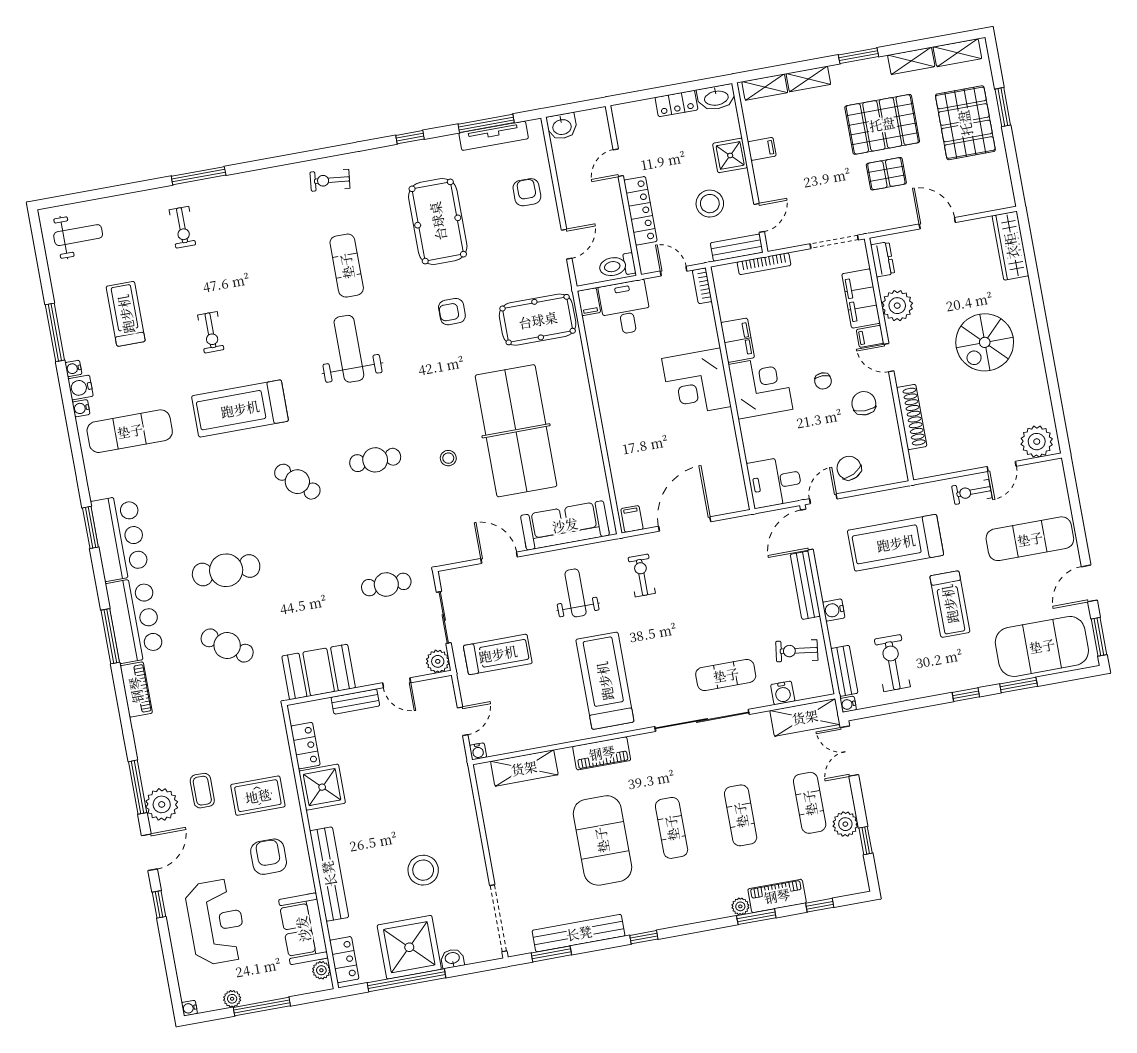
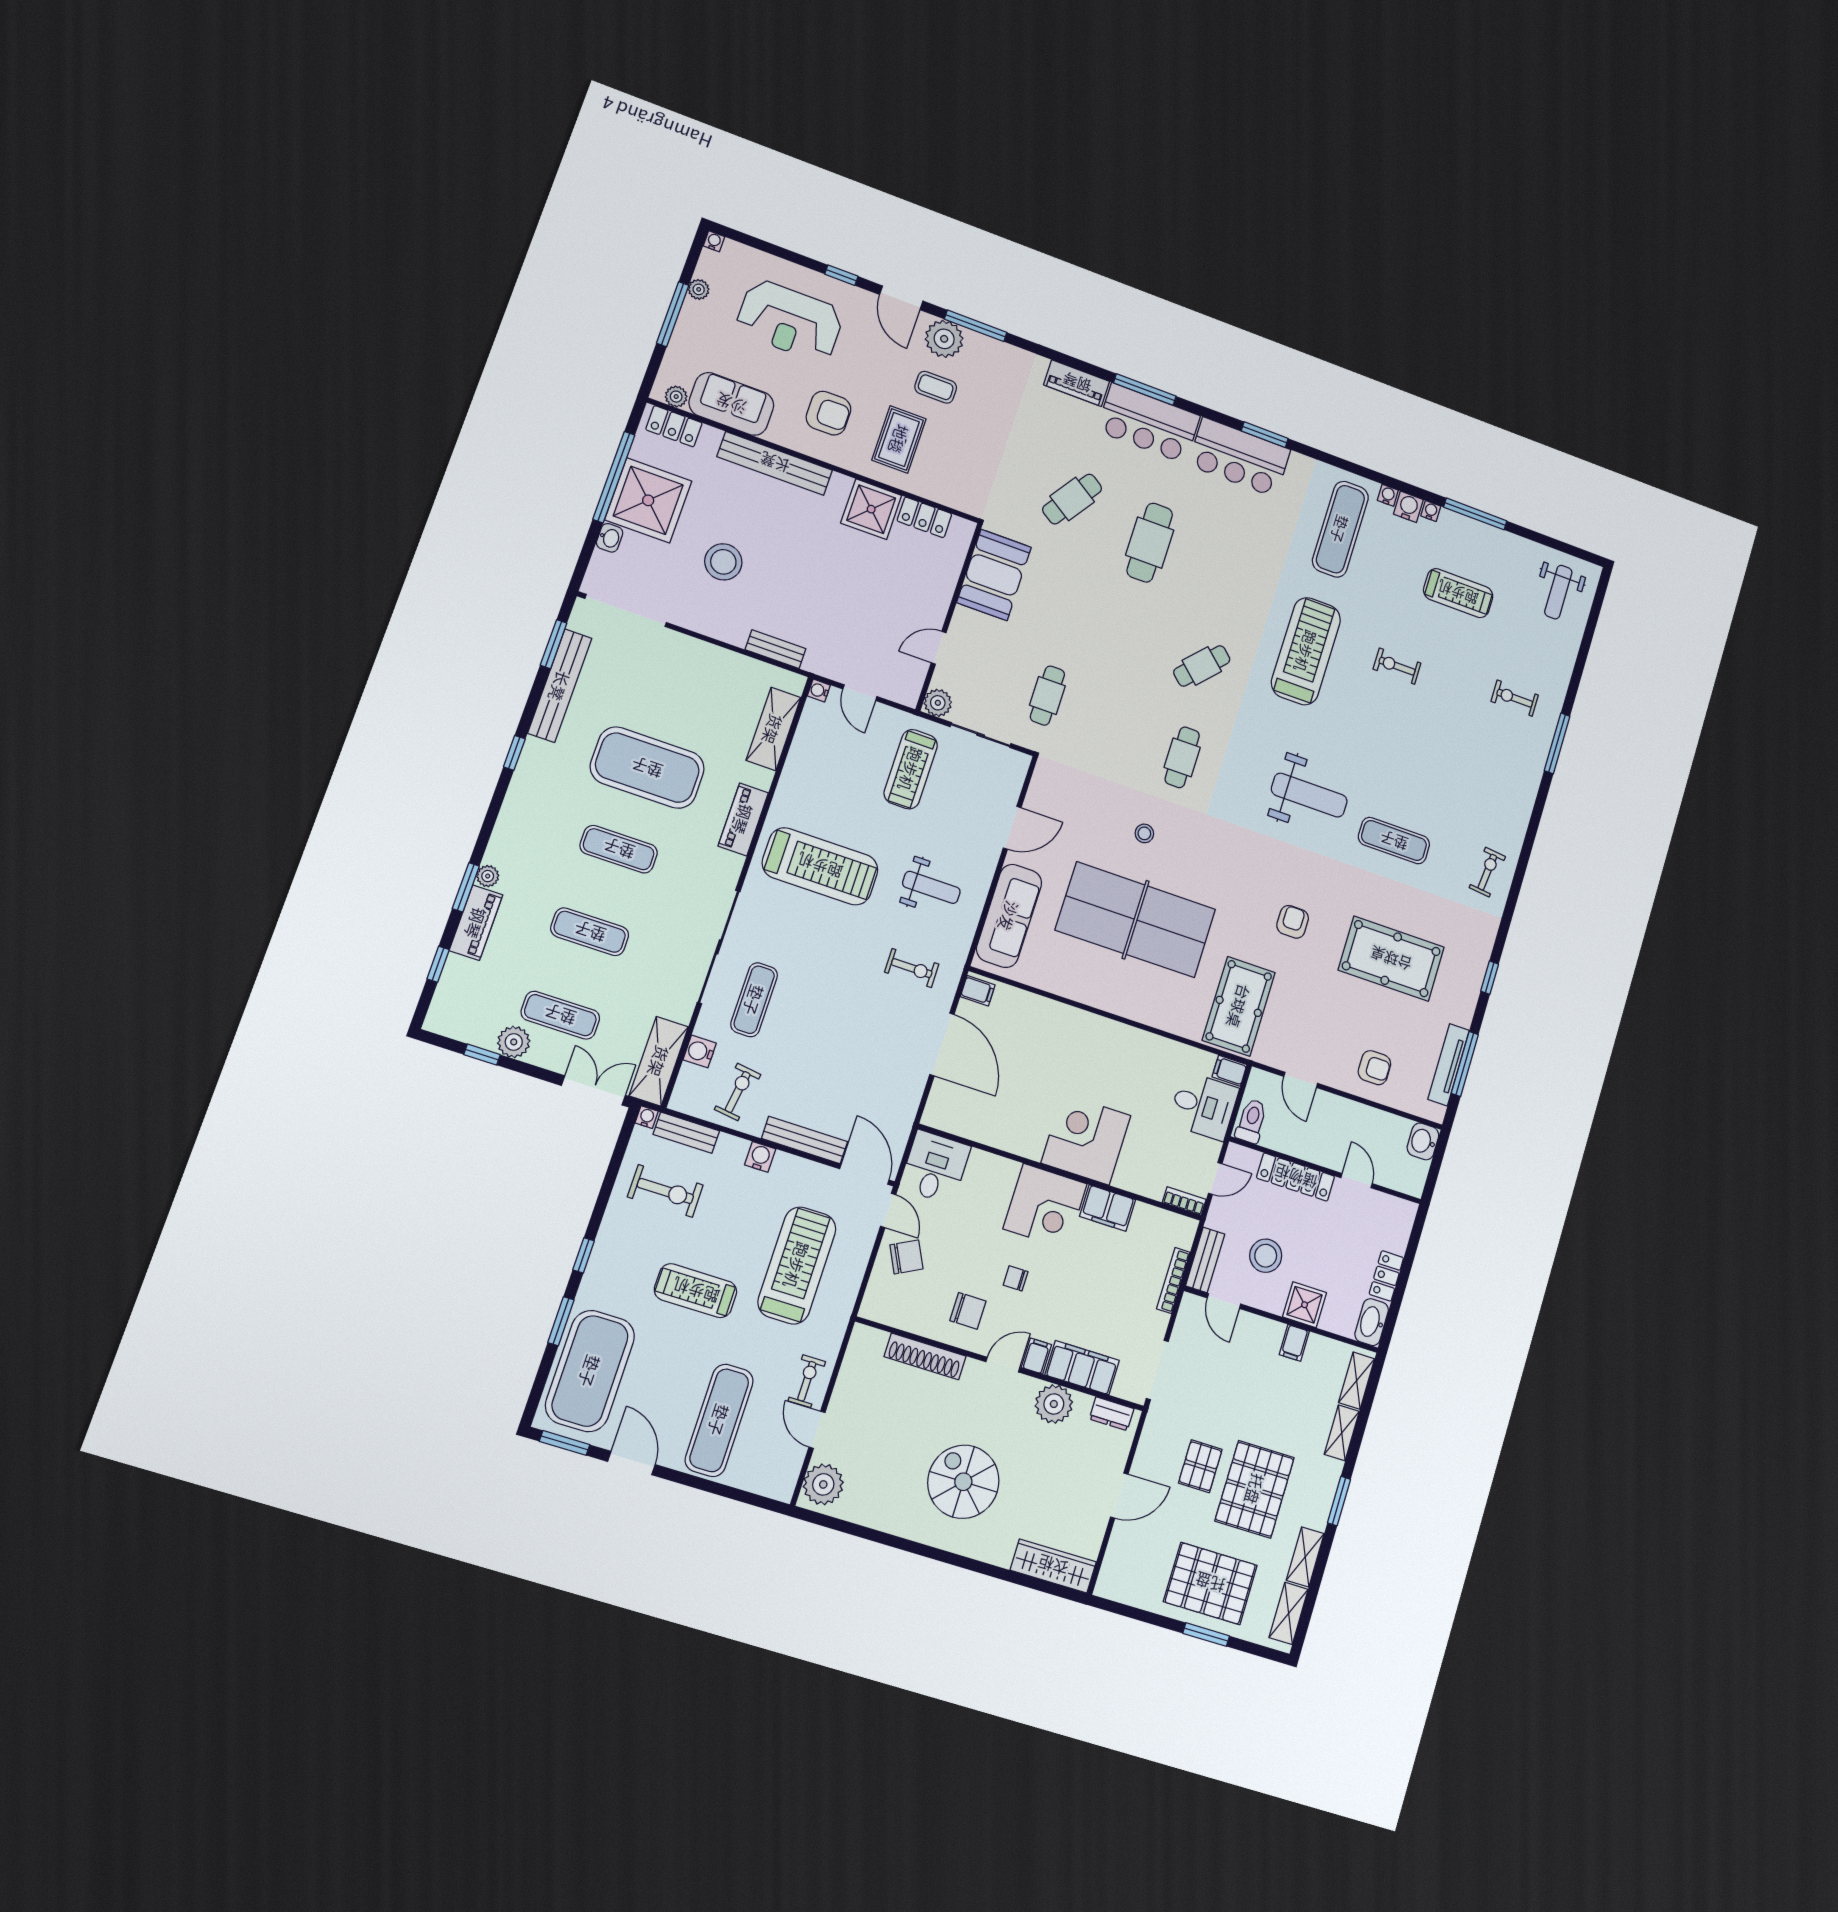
bench: (355, 702) -> (776, 649), moved, turned 90

